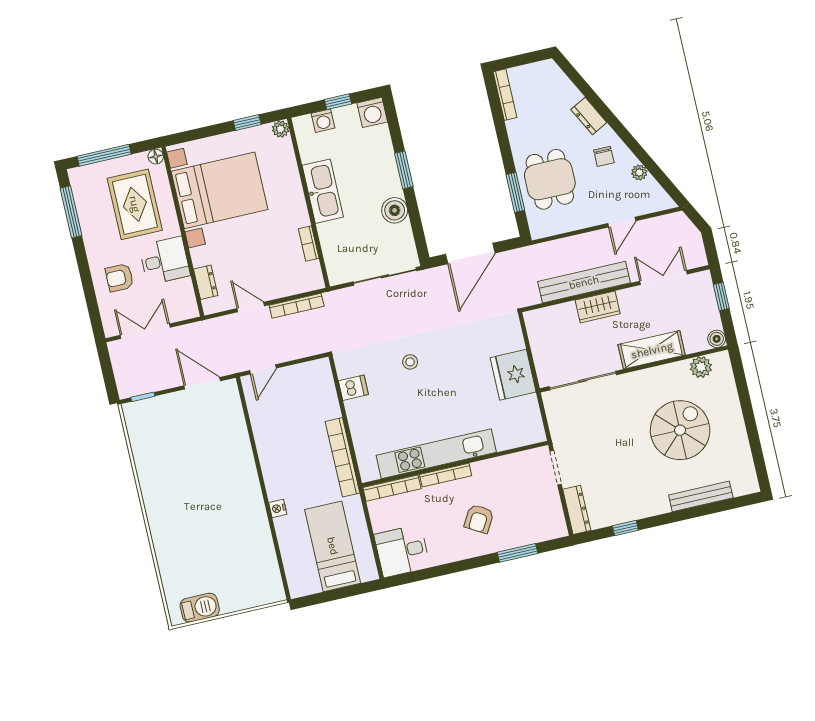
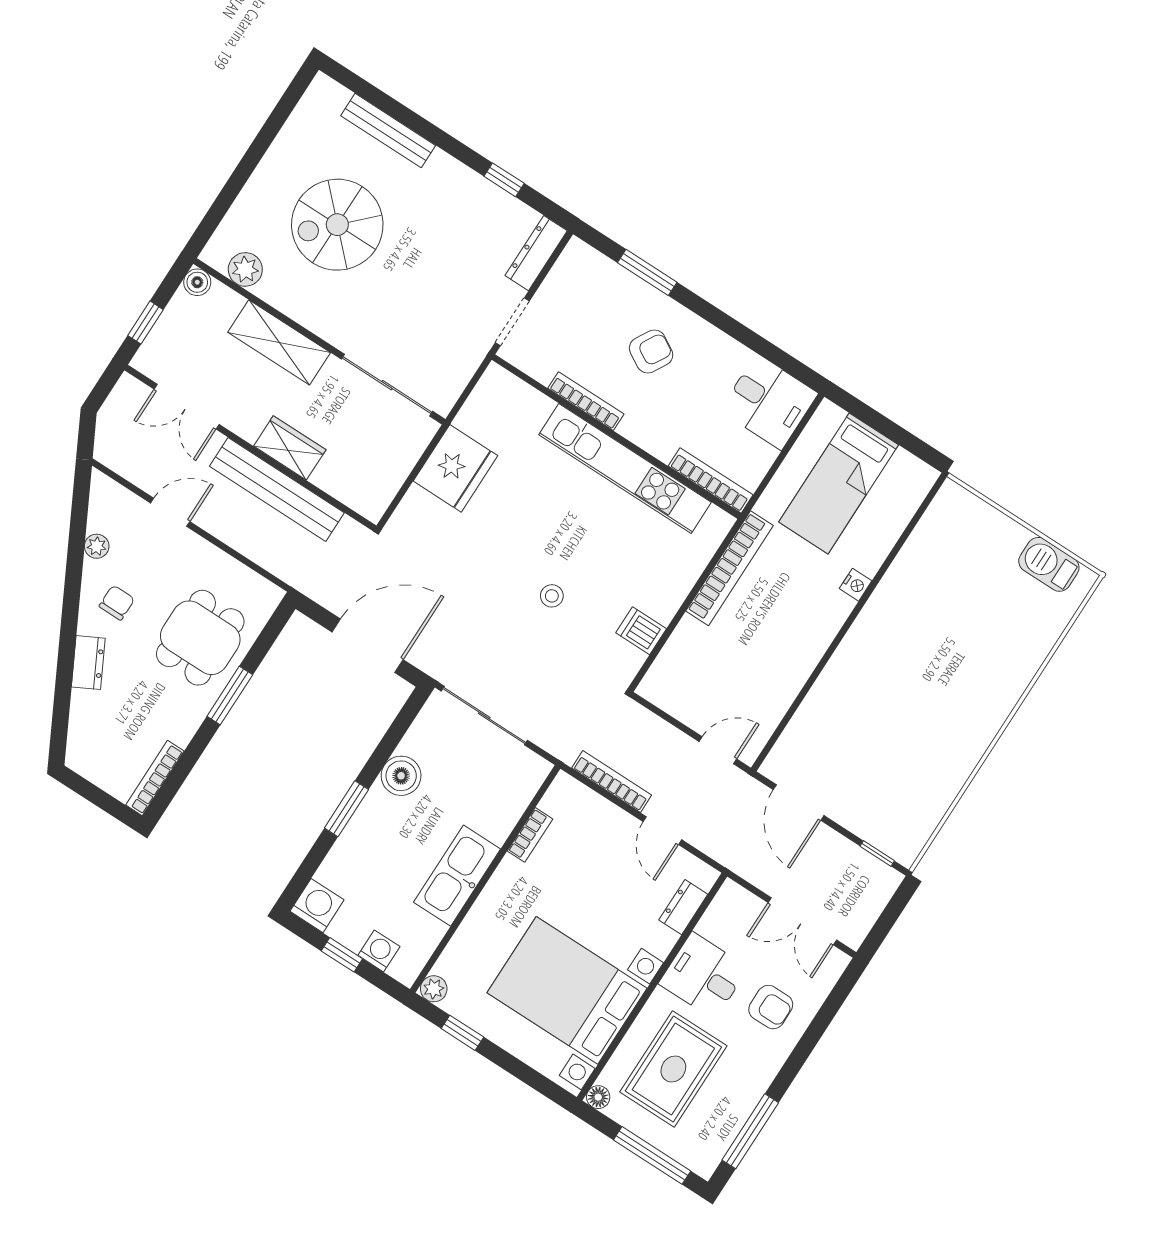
window: (515, 192) -> (230, 696), moved
bookcase: (446, 475) -> (586, 401), moved

